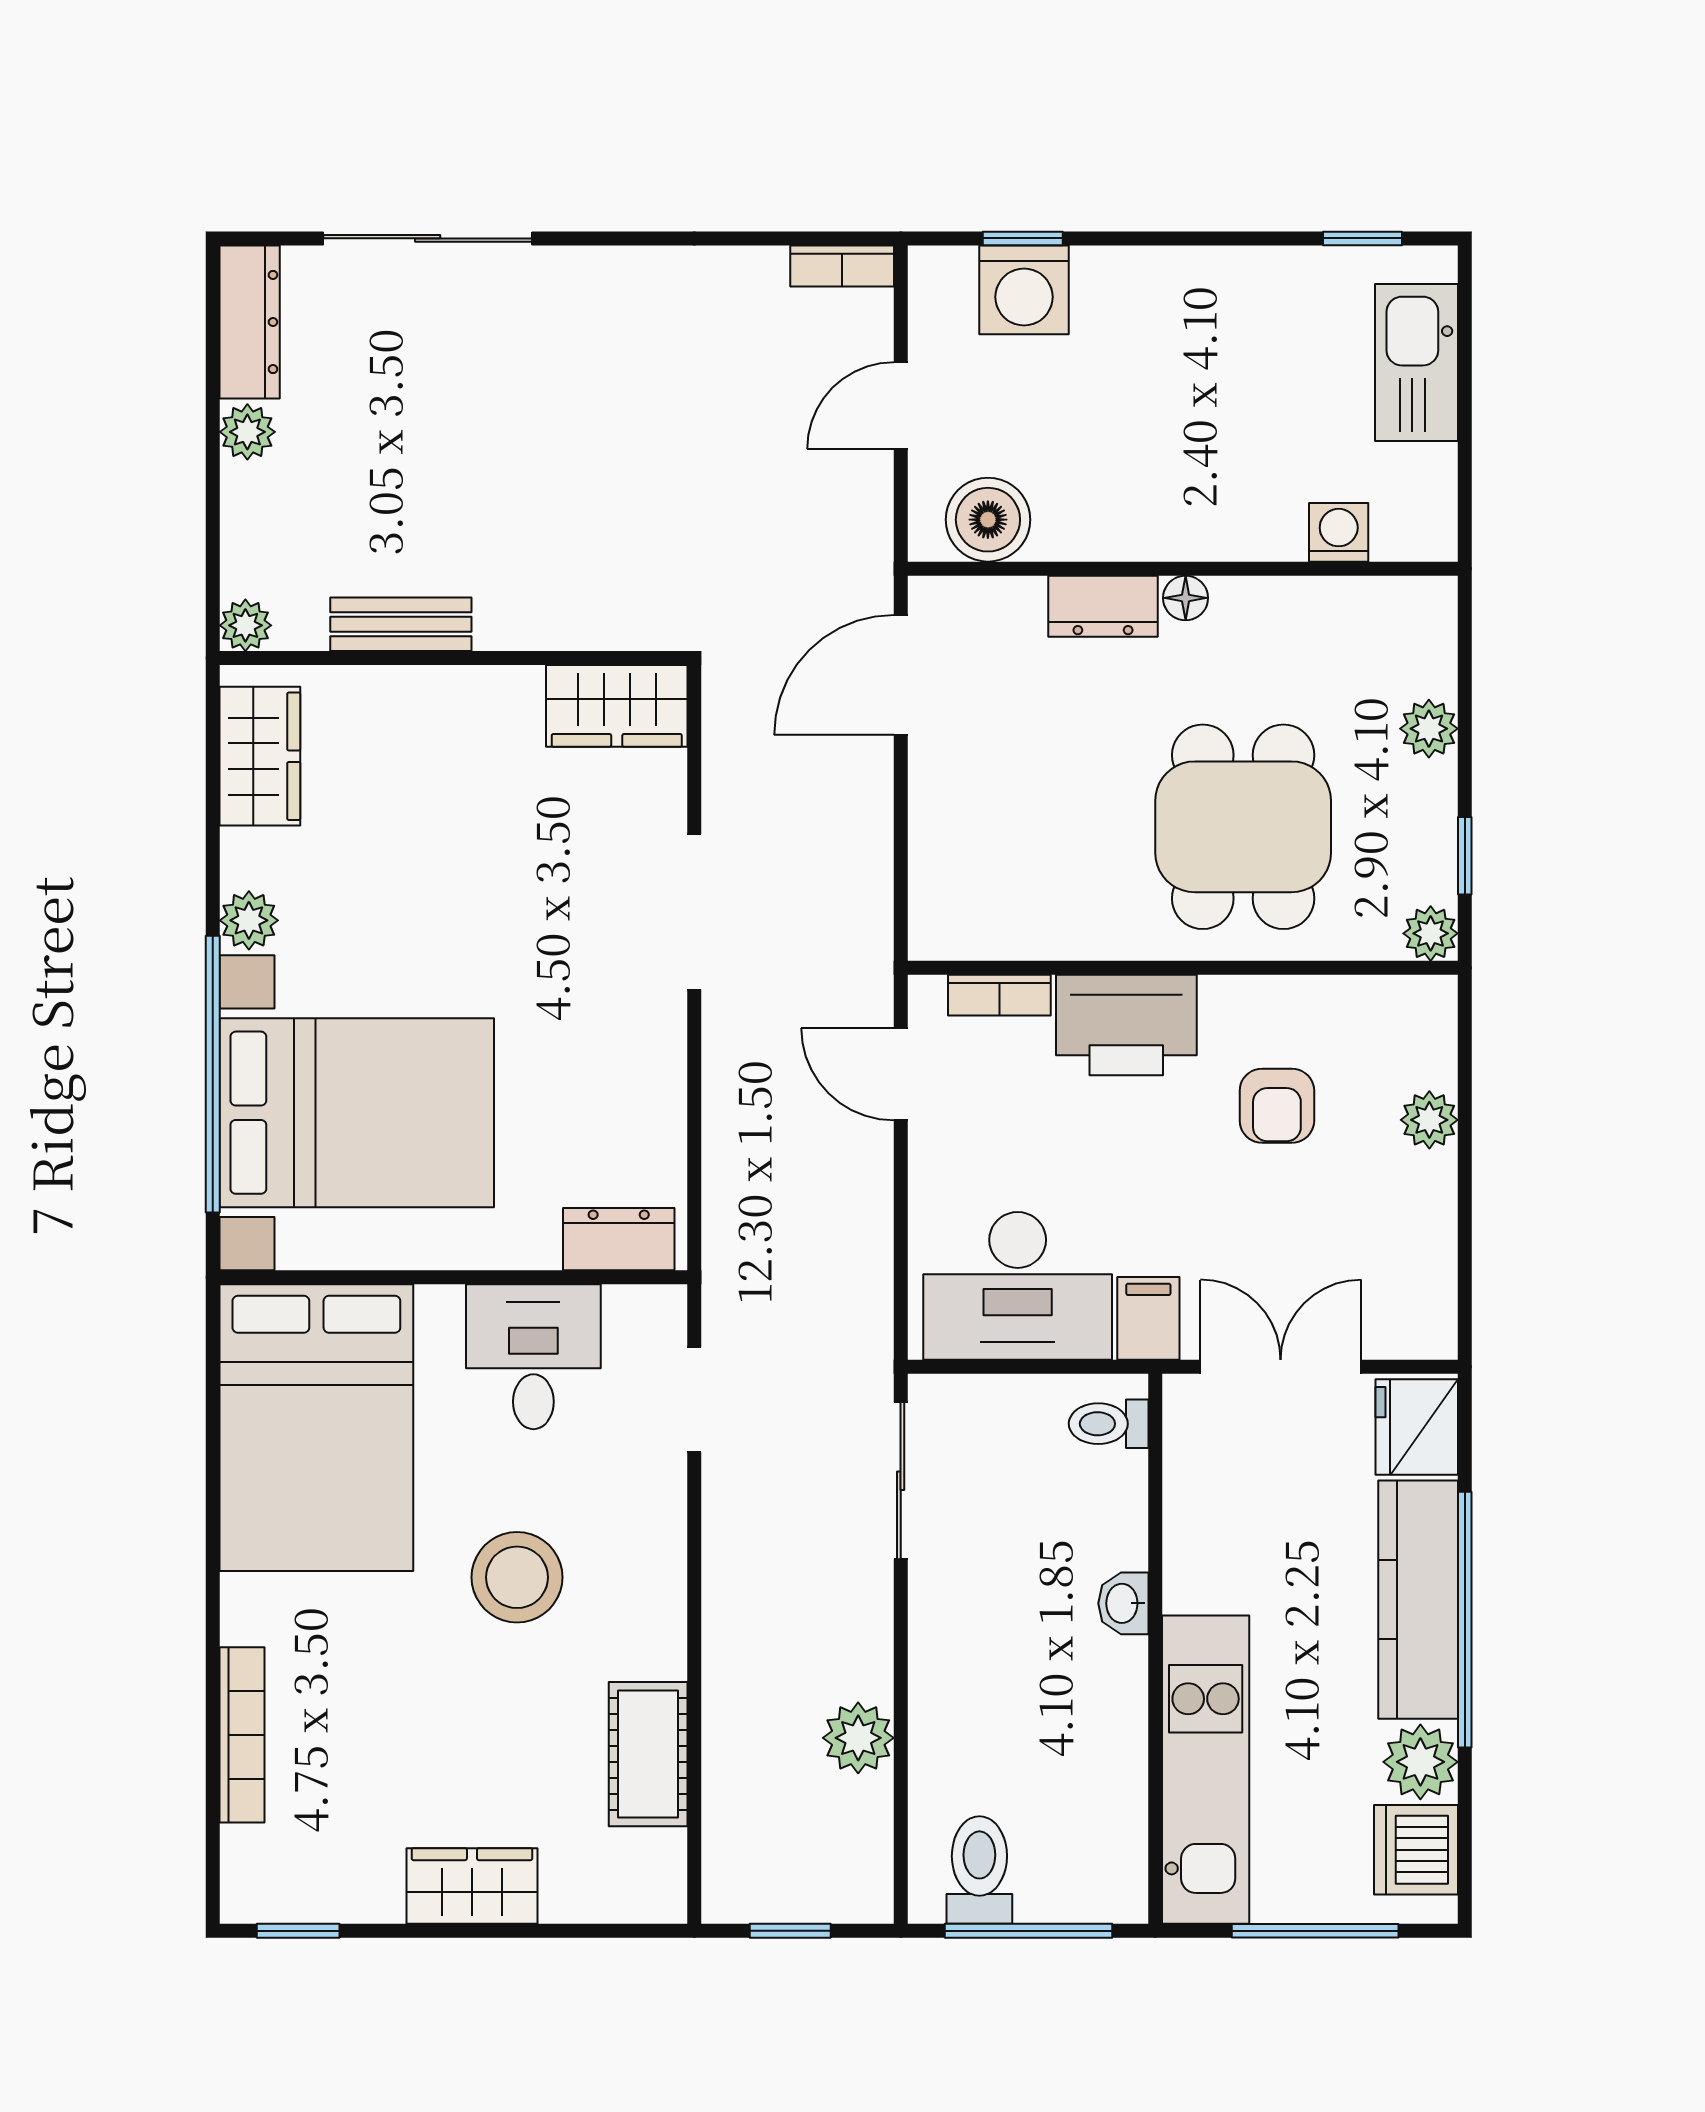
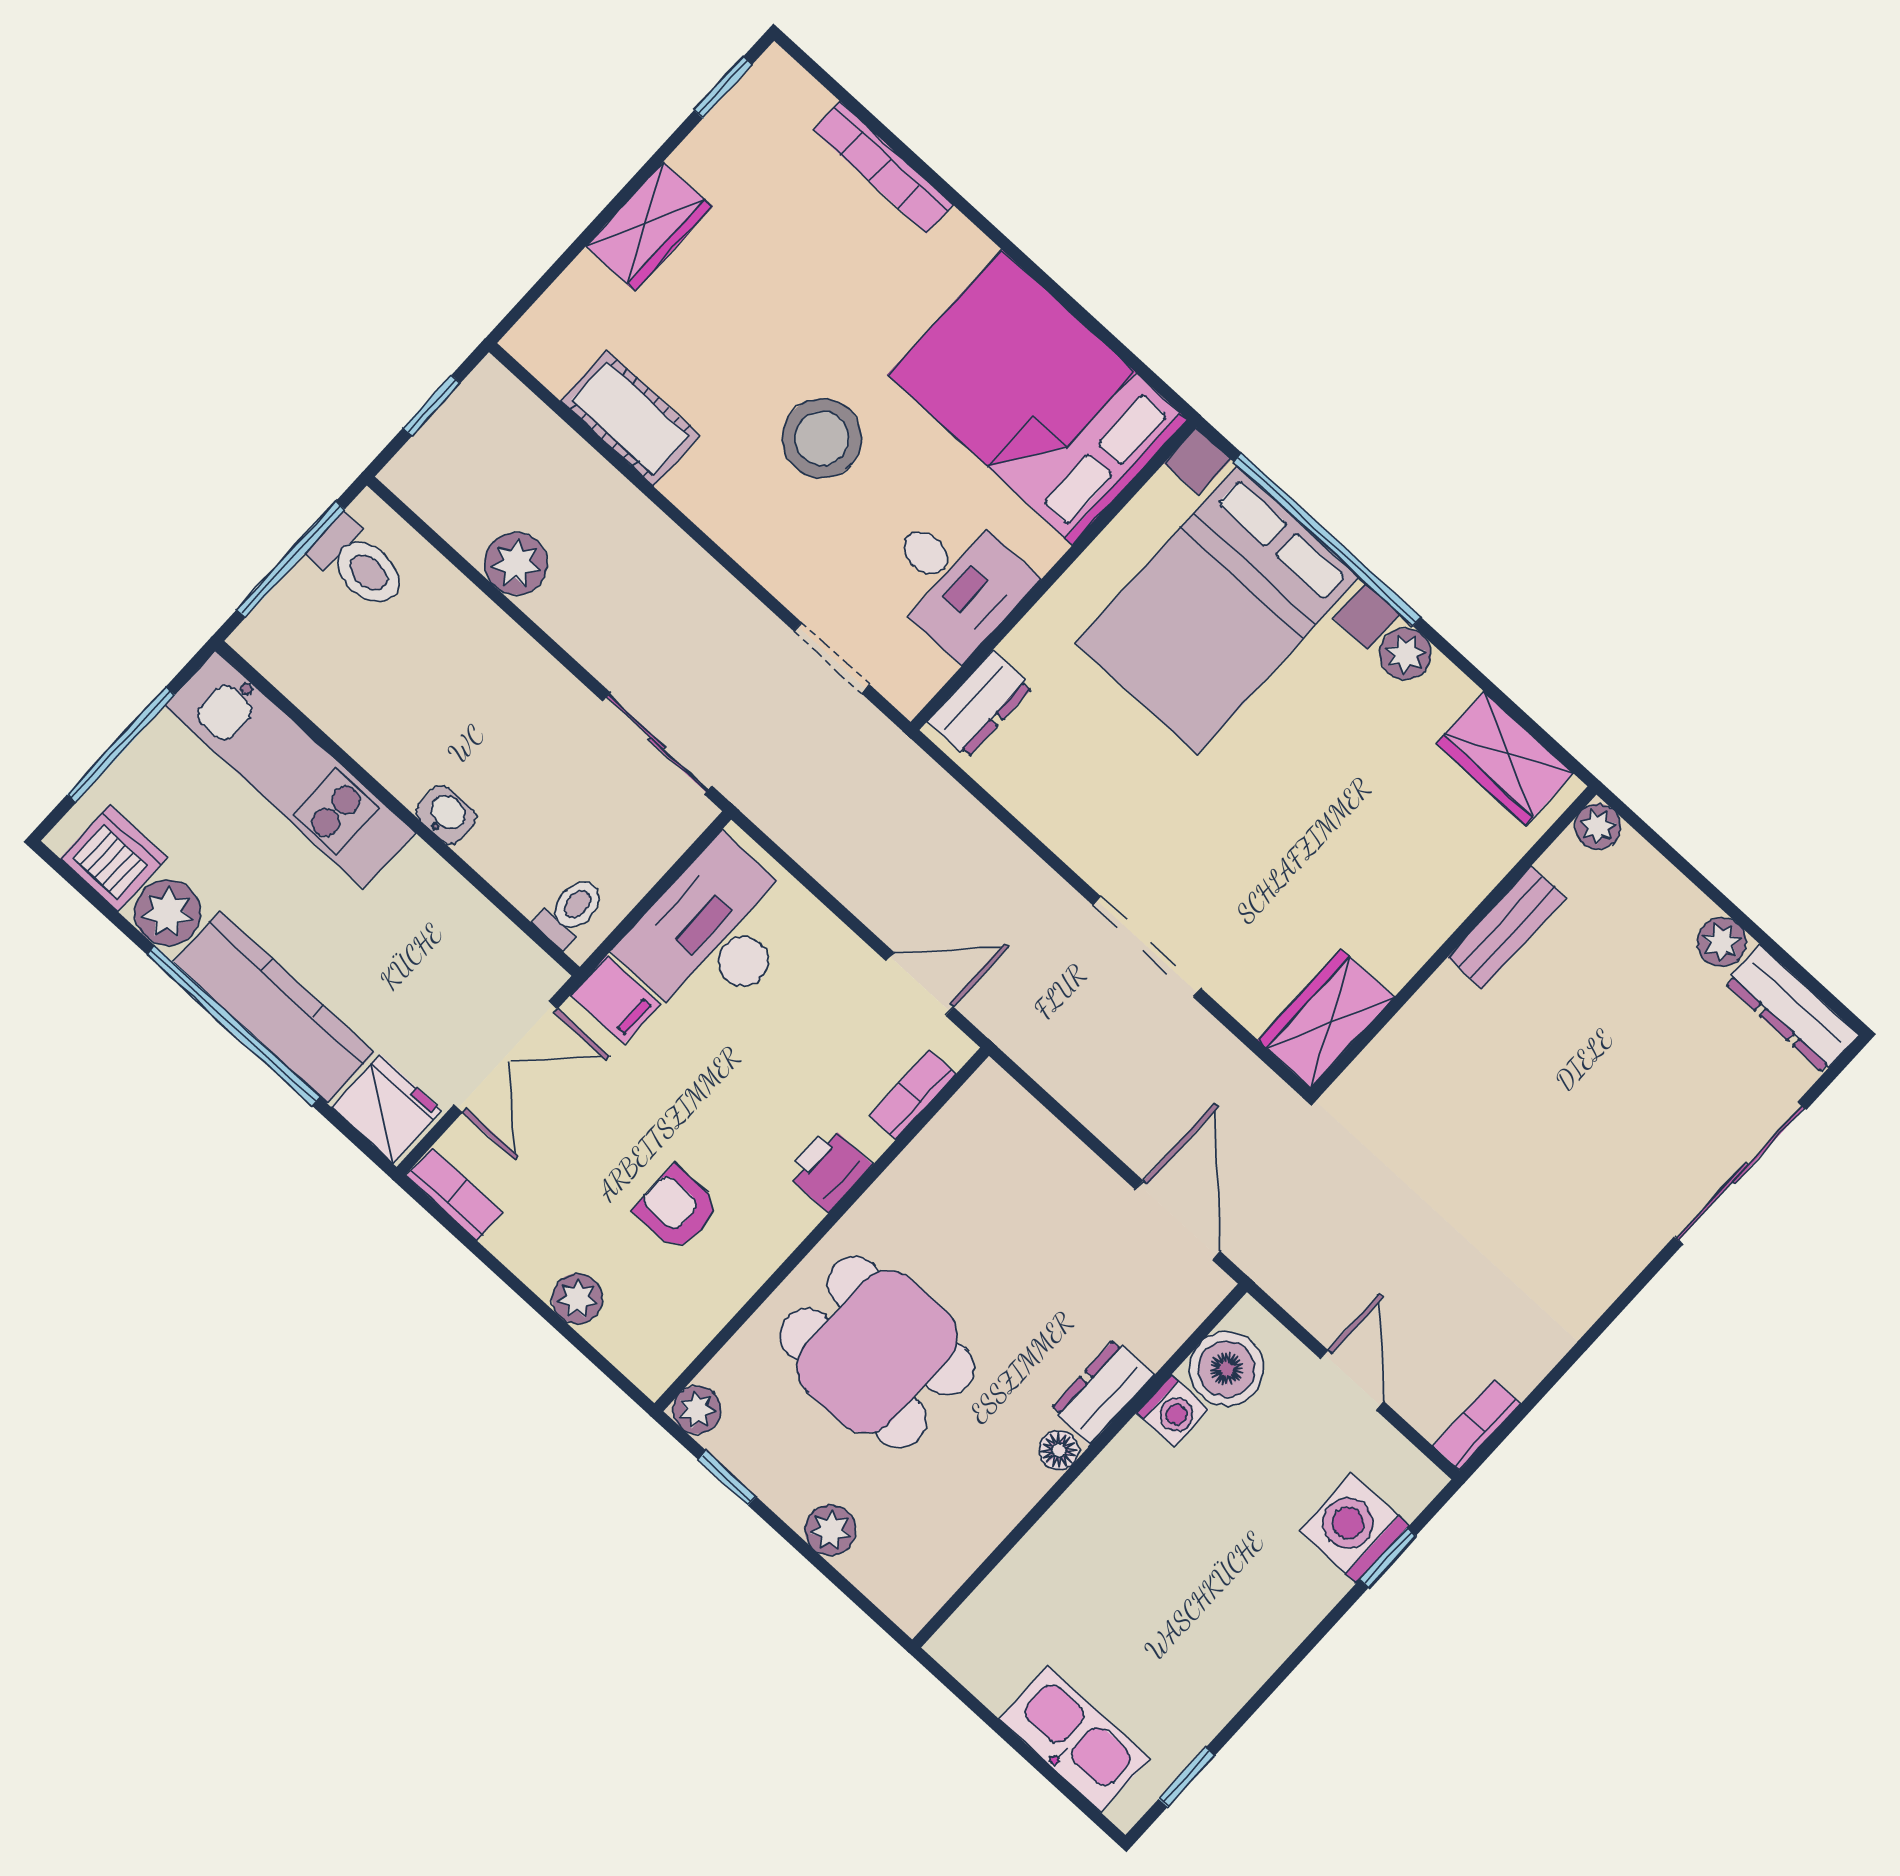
washing machine: (1339, 532) -> (1173, 1411), moved
printer: (1126, 1025) -> (829, 1169), width x0.53, depth x0.68
bookcase: (1436, 1304) -> (455, 1194), added

